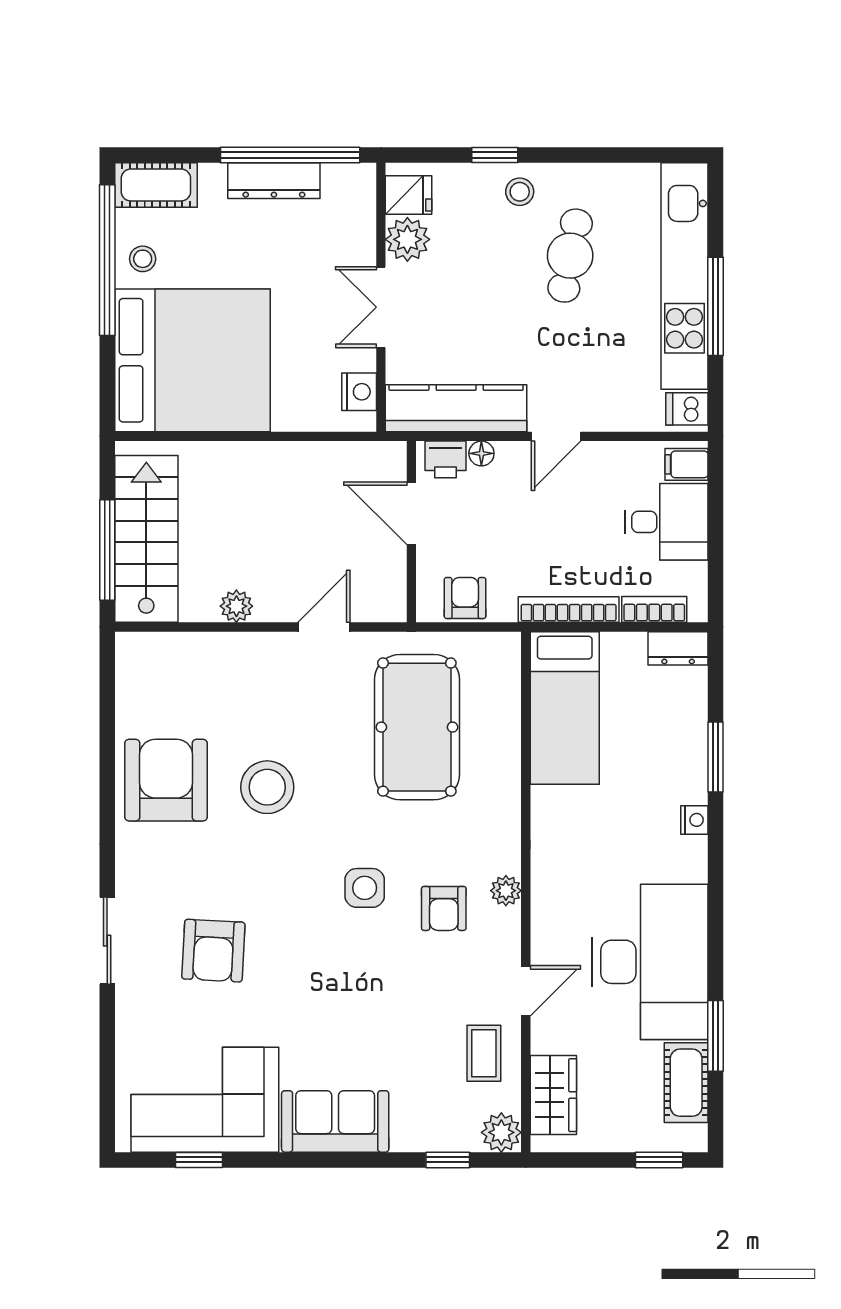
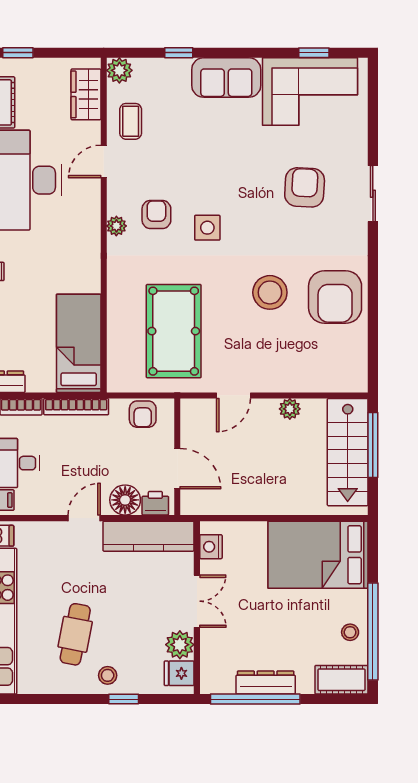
bed: (192, 360) -> (318, 555), width x0.73
floor lamp: (481, 453) -> (125, 500), width x1.89, depth x1.89
window: (448, 1160) -> (179, 53), moved

